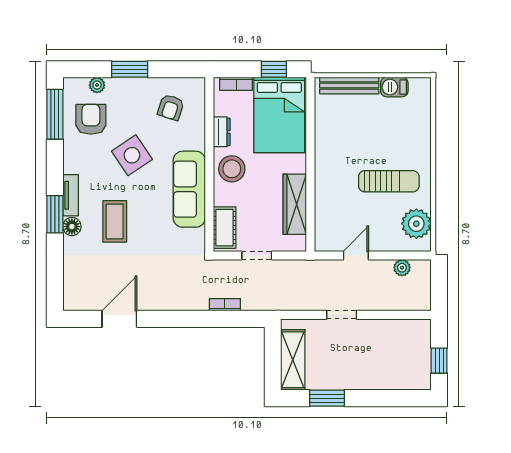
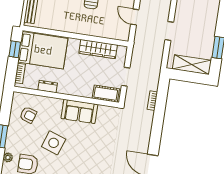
side table: (132, 155) -> (54, 143), turned -37
stool: (232, 169) -> (71, 84), removed
sofa: (189, 189) -> (79, 111), width x0.73
coffee table: (115, 221) -> (92, 159), removed

